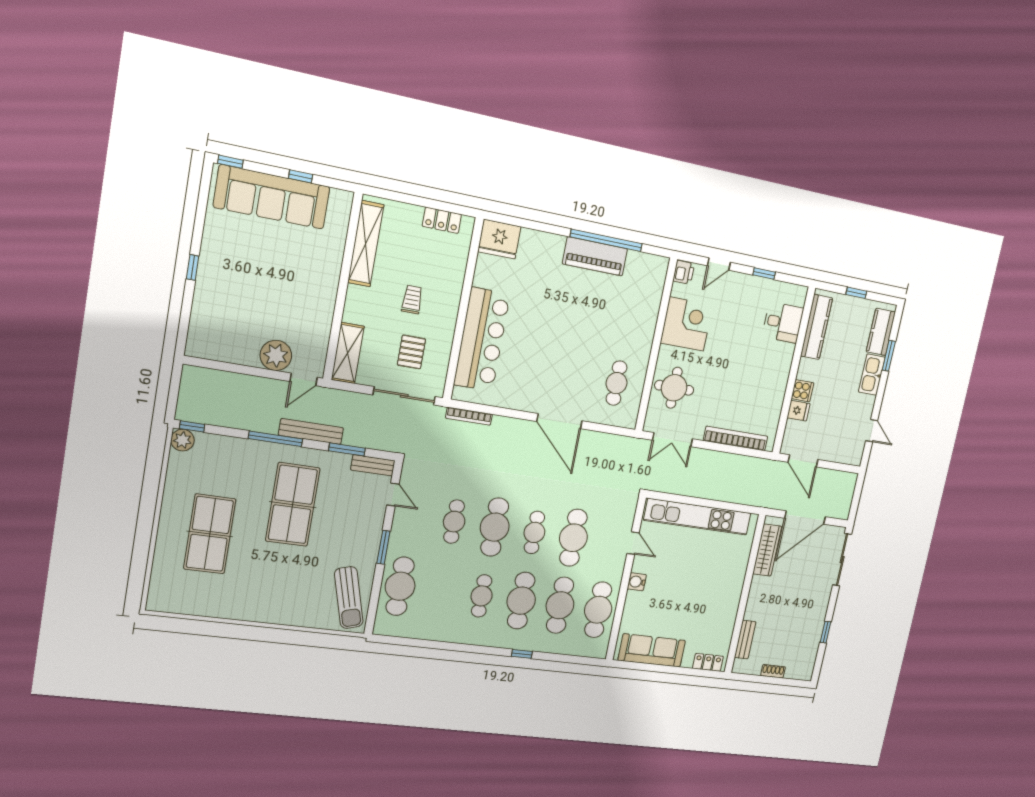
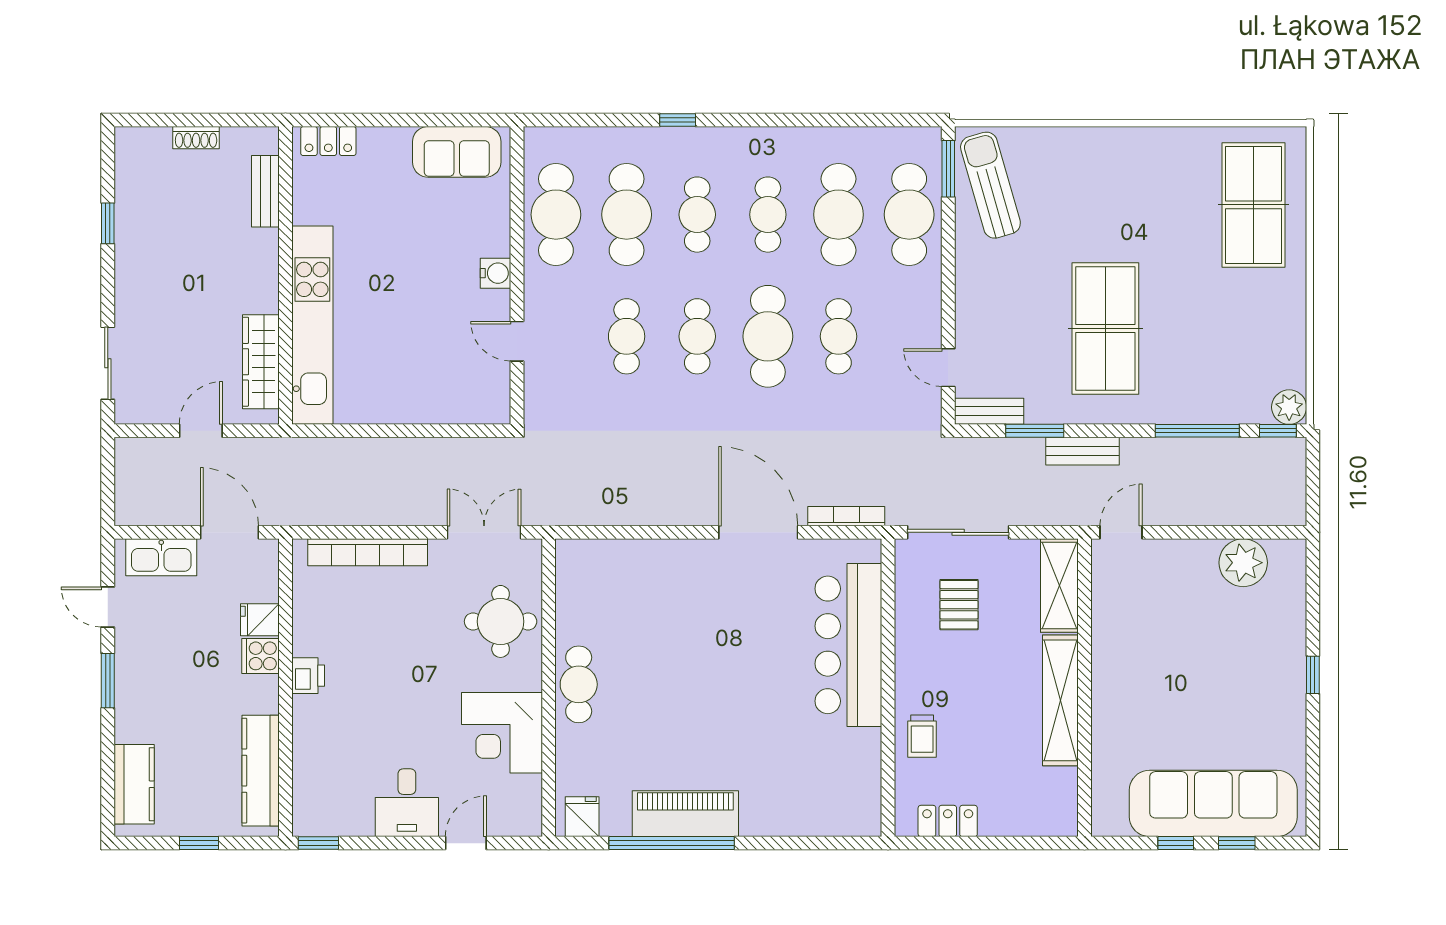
window: (230, 162) -> (1237, 843), moved
fridge: (499, 239) -> (582, 817), moved, width x0.53, depth x0.75
shelving: (366, 244) -> (1060, 700), moved
printer: (684, 272) -> (308, 676), moved, turned 180
window: (764, 273) -> (318, 843), moved
trolley: (412, 300) -> (922, 736), moved
desk: (783, 322) -> (407, 803), moved, turned -90
plant: (276, 355) -> (1243, 563), moved
window: (889, 356) -> (108, 681), moved
kitchen sink: (872, 375) -> (161, 557), moved, turned 90
cafe table: (616, 383) -> (579, 684), moved
door: (559, 421) -> (758, 532), moved
bench: (311, 431) -> (1083, 451), width x0.73
window: (275, 439) -> (1197, 431), moved
kitchen unit: (698, 517) -> (312, 325), moved, turned 90
door: (805, 518) -> (201, 431), width x0.53
table tennis table: (210, 534) -> (1254, 205), moved
cafe table: (573, 538) -> (627, 336), width x0.73, depth x0.74
window: (383, 547) -> (948, 169), moved
sliding door: (842, 560) -> (108, 363), width x0.73
cafe table: (441, 591) -> (839, 215), added
cafe table: (521, 601) -> (697, 215), width x0.73, depth x0.74
sofa: (652, 650) -> (457, 152), width x0.73

